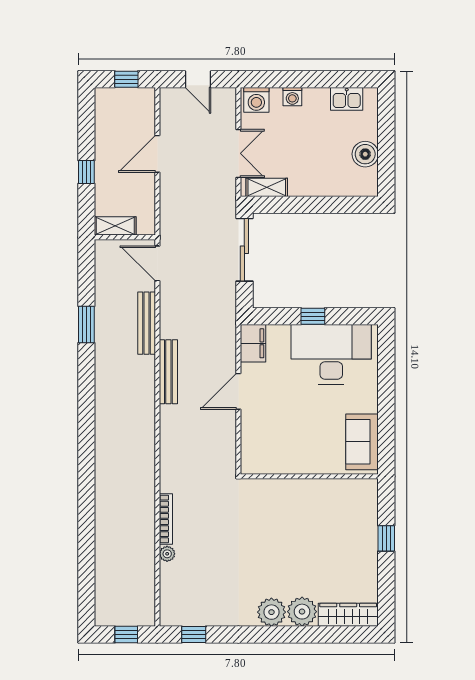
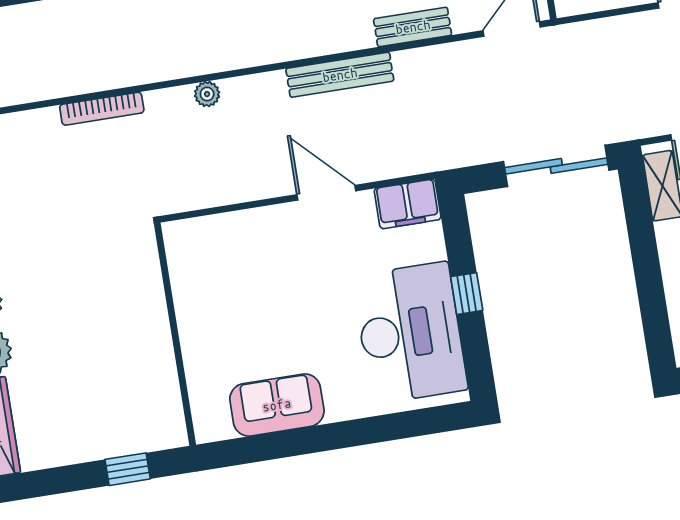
bench: (147, 323) -> (413, 27), width x0.73
wall: (309, 476) -> (175, 334), moved
plant: (167, 554) -> (207, 94), moved

